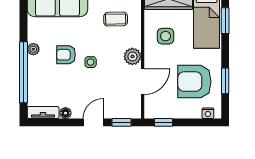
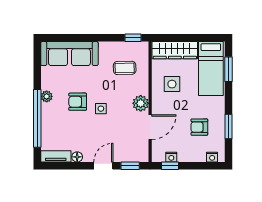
armchair: (194, 82) -> (199, 127), width x0.53, depth x0.53
nightstand: (165, 113) -> (171, 157), added

